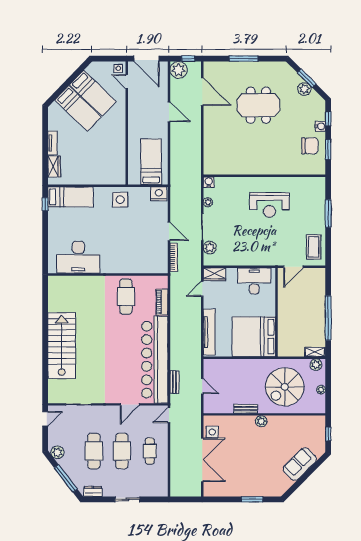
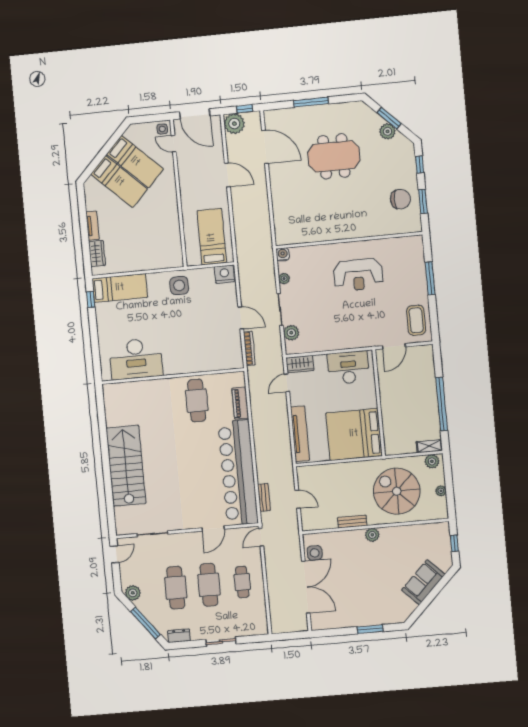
water cooler: (320, 126) -> (411, 174), removed
spiral stairs: (285, 387) -> (397, 491), turned 90

